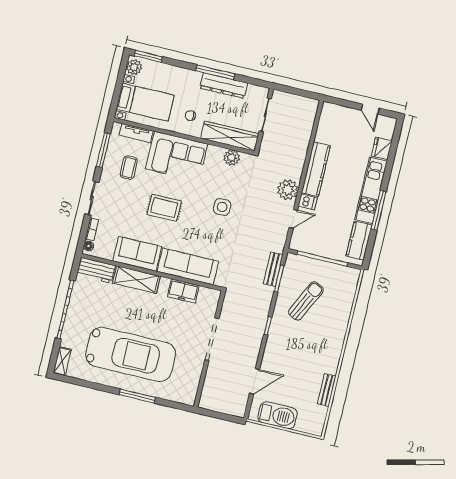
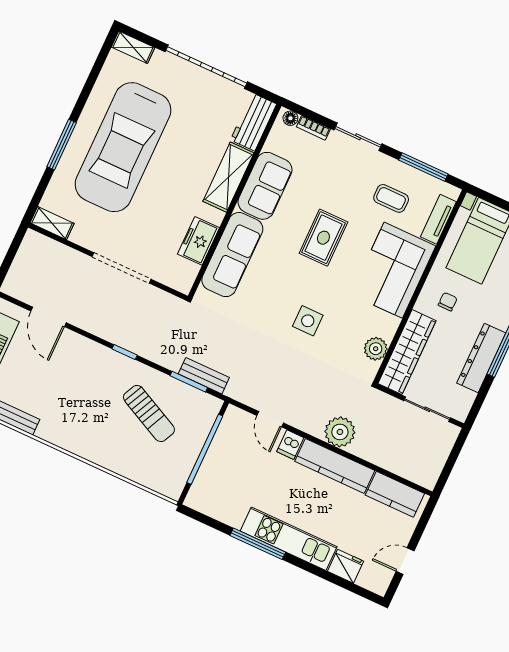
plant: (288, 190) -> (340, 432), moved
kitchen counter: (359, 240) -> (395, 494), moved, turned 180
shelving: (191, 392) -> (52, 223), added

